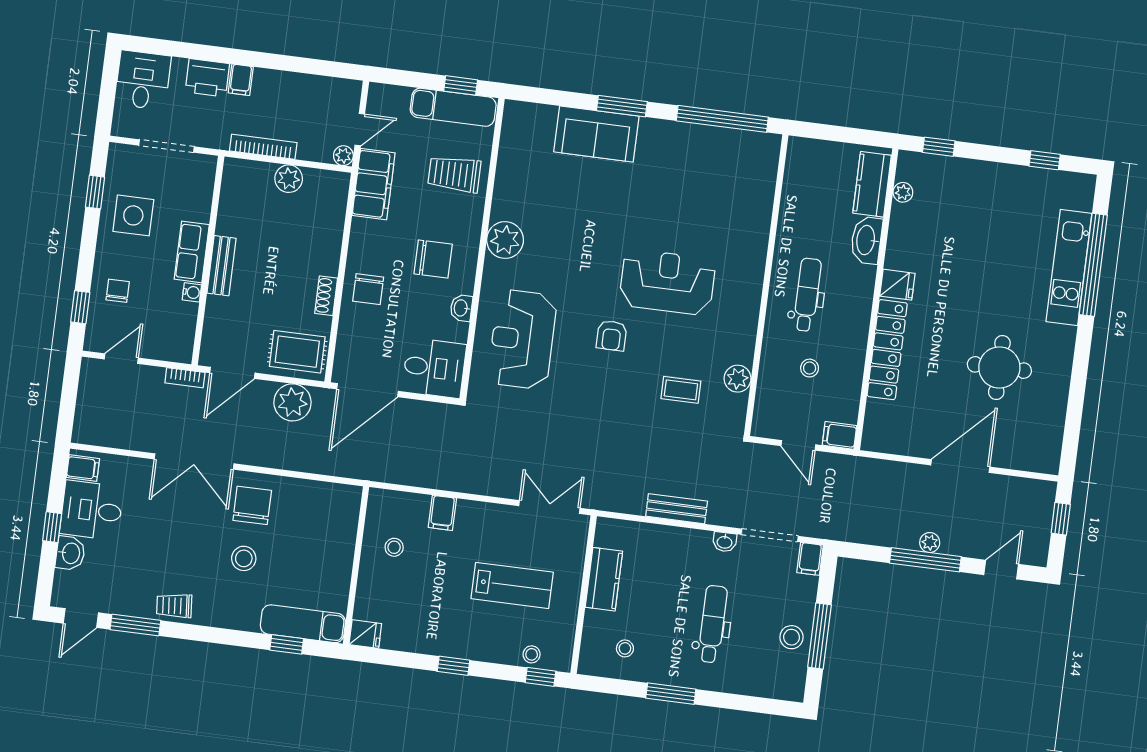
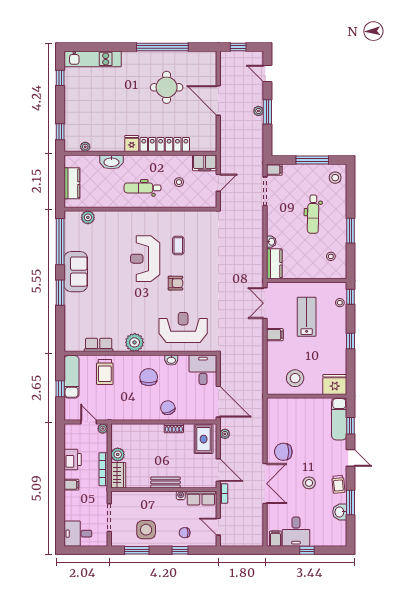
printer: (207, 78) -> (73, 460), moved
window: (461, 85) -> (60, 389), moved
sofa: (596, 134) -> (76, 272), moved
row of seats: (509, 169) -> (99, 345), added
wardrobe: (248, 174) -> (118, 475), added
filing cabinet: (374, 184) -> (115, 412), removed
kitchen counter: (872, 184) -> (72, 183), moved, turned -90
window: (95, 192) -> (137, 550), width x1.50
row of seats: (192, 252) -> (201, 498), moved
window: (1093, 265) -> (162, 47), moved
kitchen unit: (1069, 268) -> (93, 59), moved
chair: (368, 289) -> (168, 408), turned -110
window: (80, 307) -> (180, 550), moved
reception desk: (522, 339) -> (183, 327), turned 180
plant: (738, 379) -> (88, 217), moved
coffee table: (681, 390) -> (178, 245), moved
plant: (292, 402) -> (225, 434), width x0.53, depth x0.53
filing cabinet: (840, 435) -> (205, 163), width x2.00
bench: (677, 509) -> (258, 240), removed
filing cabinet: (442, 513) -> (275, 335), moved
washbasin: (725, 542) -> (271, 242), moved
stool: (394, 547) -> (295, 378), width x1.89, depth x1.89
washbasin: (70, 553) -> (340, 512), moved, turned -90
stool: (244, 558) -> (309, 483), moved
window: (925, 560) -> (267, 112), width x0.69
kitchen counter: (604, 579) -> (274, 264), moved, turned 90
door: (81, 618) -> (350, 458), moved
dental chair: (713, 624) -> (313, 214), turned -89
fridge: (365, 634) -> (335, 384), width x1.88, depth x1.34
stool: (792, 637) -> (335, 178), moved

